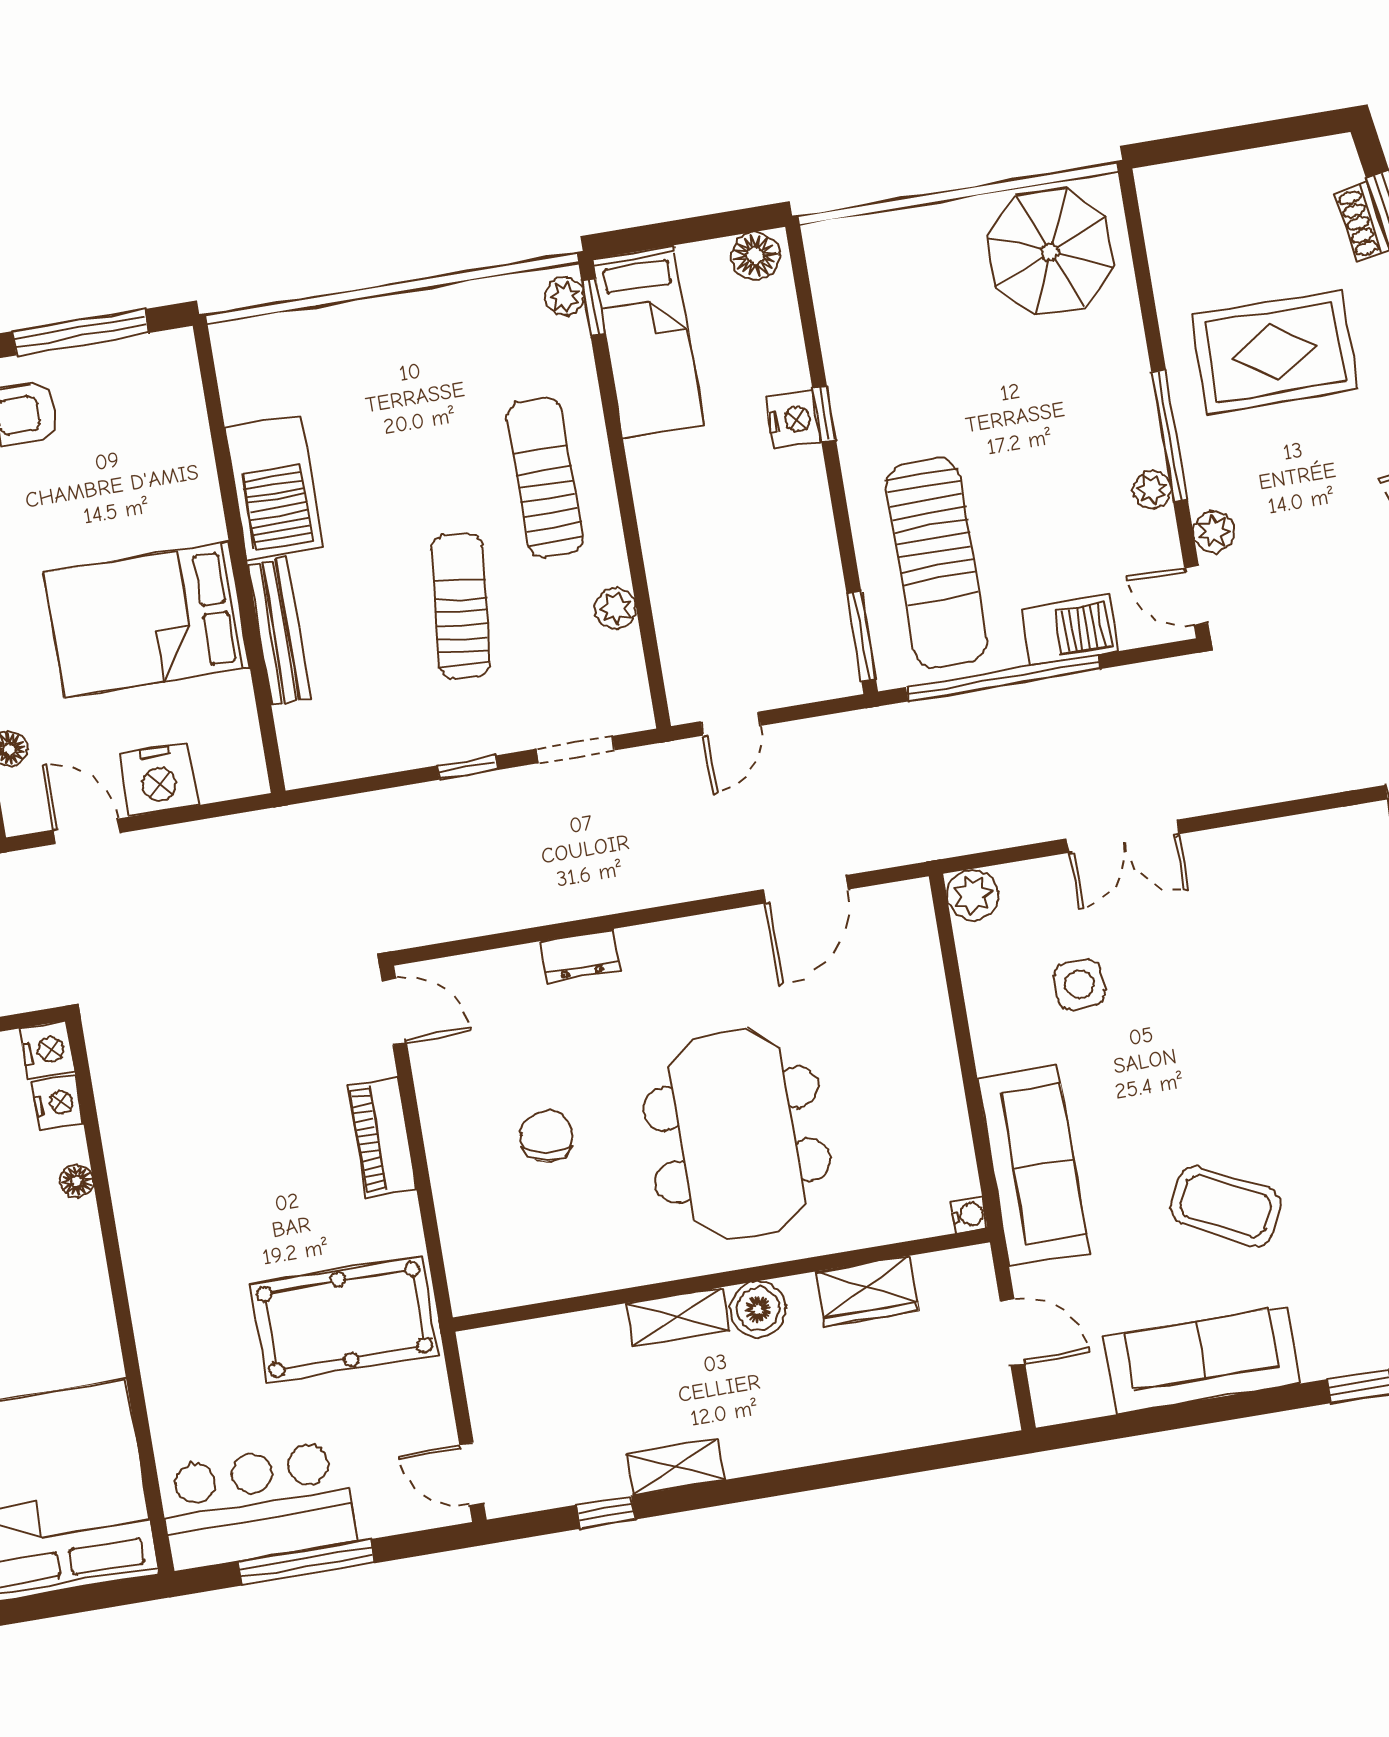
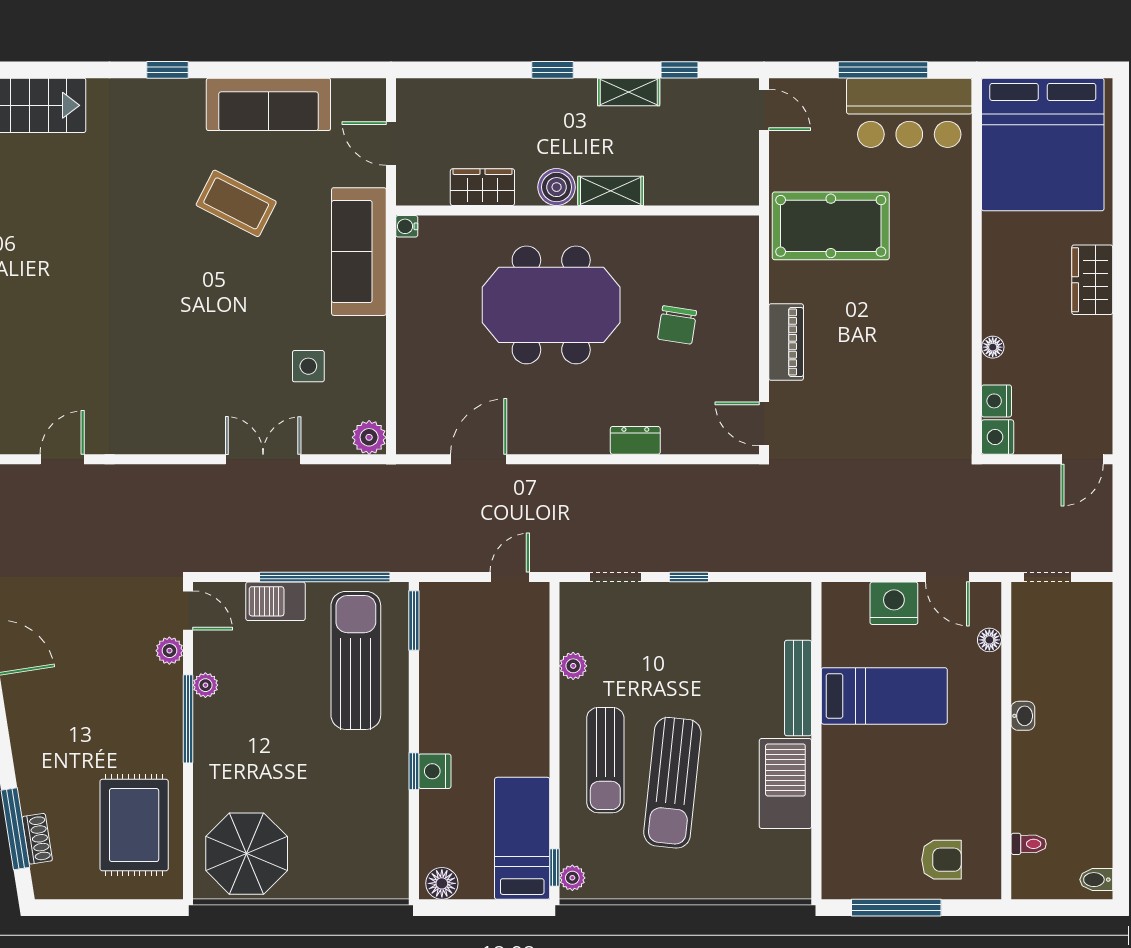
rug: (1275, 352) -> (134, 825), moved, turned 90
sun lounger: (461, 606) -> (672, 783), moved, width x1.36, depth x1.34
bed: (147, 620) -> (884, 696), width x0.67
meeting table: (737, 1134) -> (551, 305), turned 90
window: (793, 1481) -> (553, 70), added

